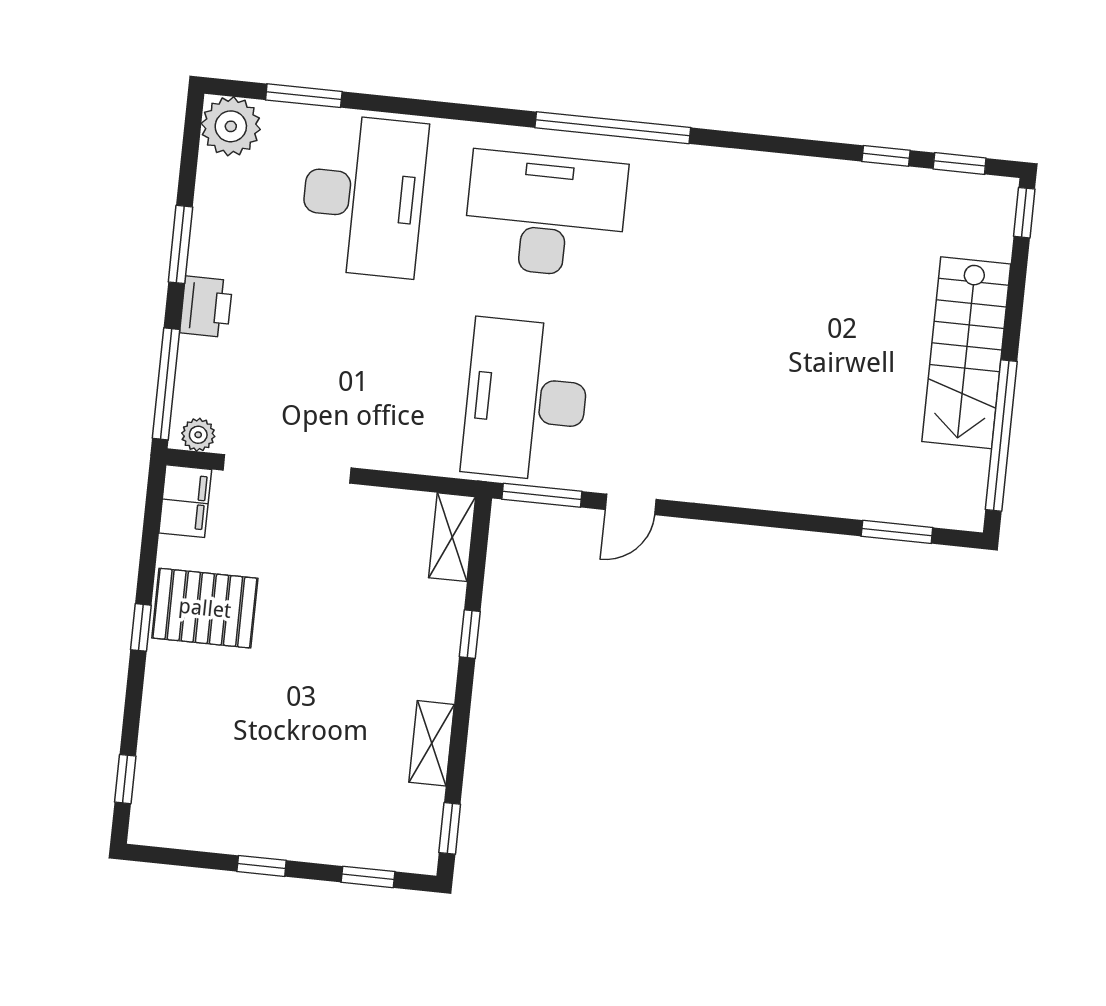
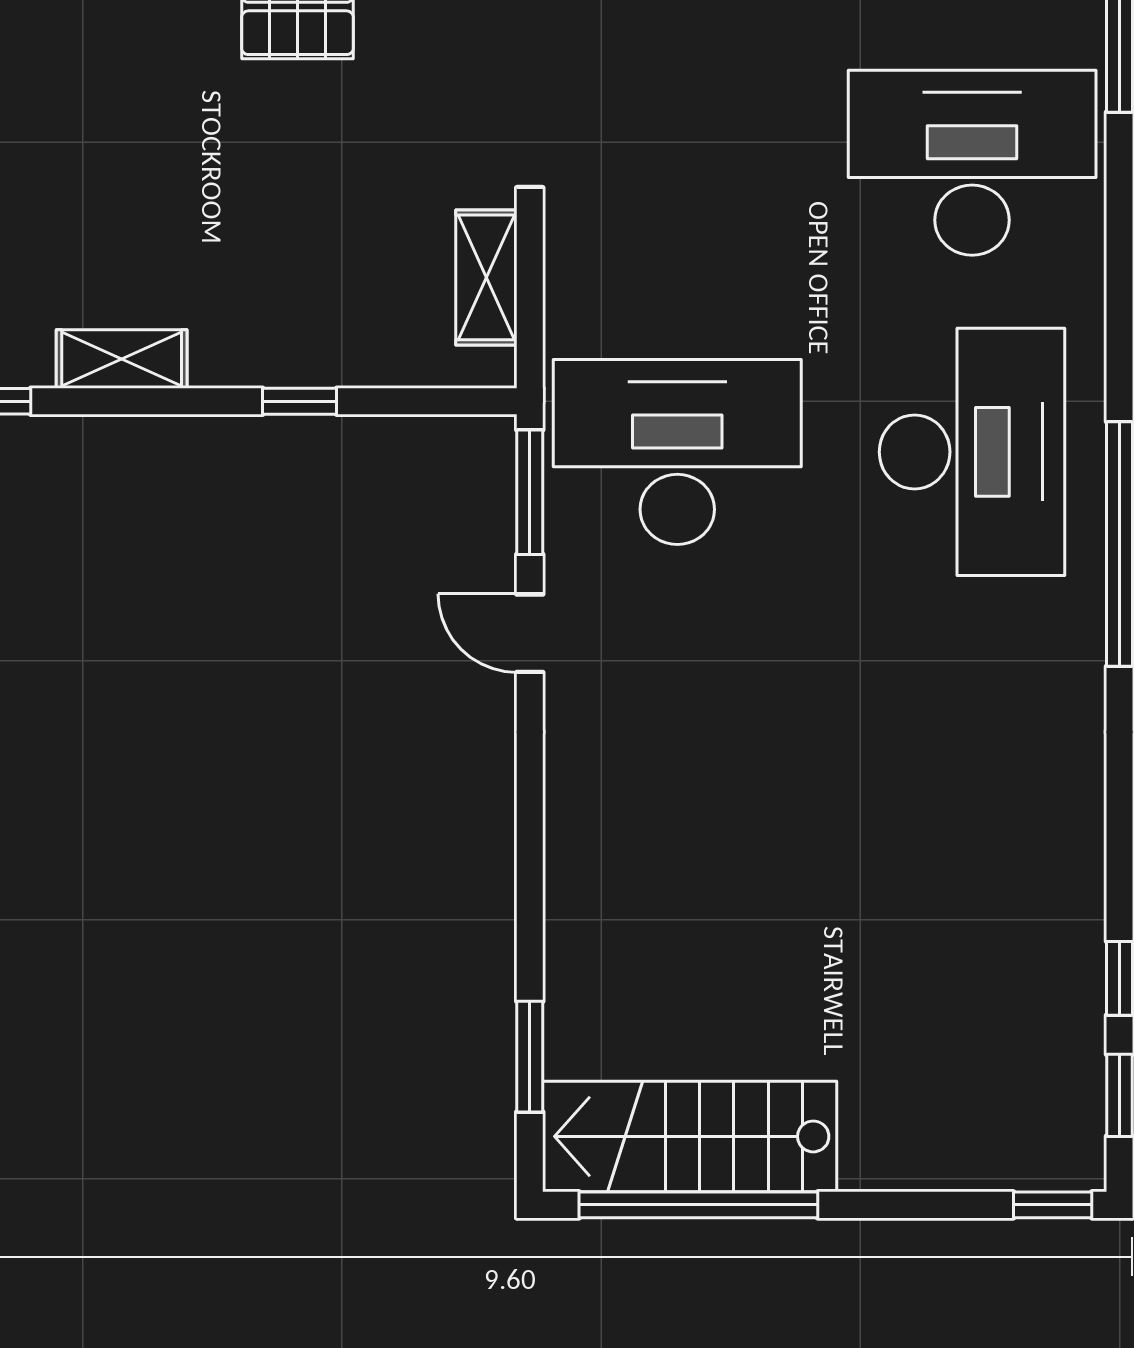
desk: (363, 196) -> (972, 163), turned 180
stairs: (966, 353) -> (690, 1136), moved
shelving: (452, 537) -> (486, 277), moved, turned 90

